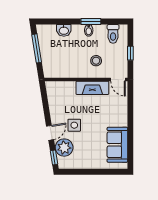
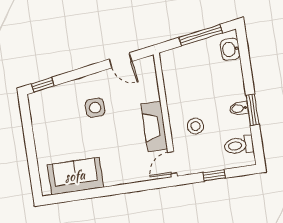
washbasin: (64, 30) -> (230, 49), moved
door: (50, 133) -> (121, 60), moved
plant: (64, 148) -> (60, 98), removed

